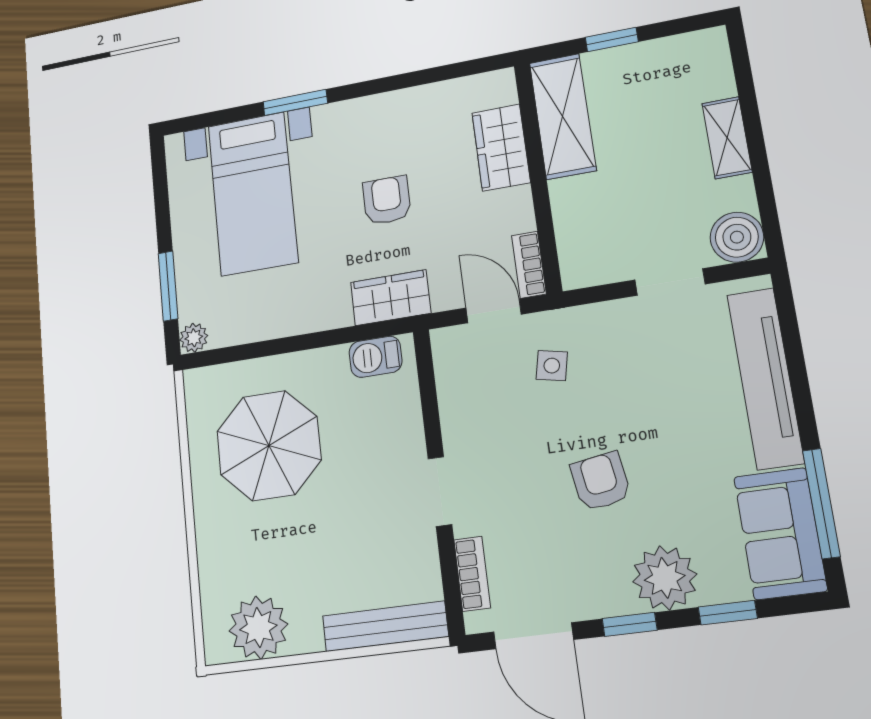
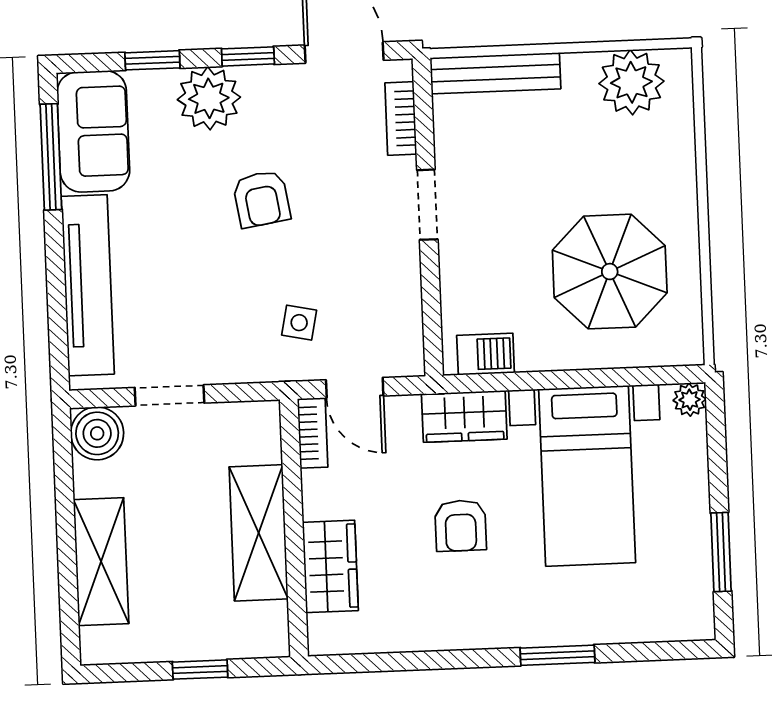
shelving: (563, 116) -> (259, 533), moved
shelving: (727, 138) -> (101, 562), width x1.50, depth x1.33
bed with nightstands: (253, 194) -> (587, 476), moved, turned 180
window: (168, 286) -> (721, 552), moved

